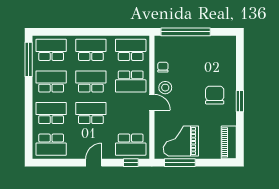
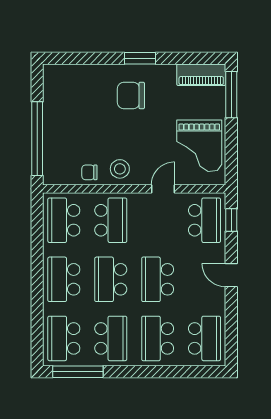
school desk: (51, 81) -> (111, 338), turned 180
door: (152, 102) -> (163, 189), moved
window: (180, 163) -> (231, 95), moved

